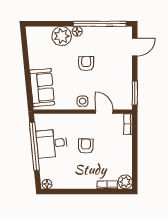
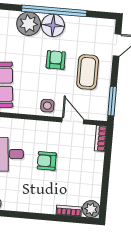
window: (100, 24) -> (54, 11), moved
floor lamp: (77, 31) -> (53, 25), width x1.89, depth x1.89
coffee table: (113, 71) -> (88, 72), added
armchair: (86, 146) -> (47, 161), turned -90

